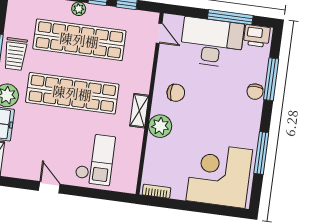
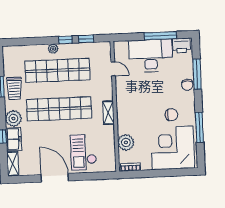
door: (159, 33) -> (113, 69), moved
chair: (176, 93) -> (171, 115), moved
plant: (160, 126) -> (126, 142), moved
checkout: (95, 159) -> (83, 152), turned 180
door: (49, 187) -> (55, 178), width x1.87

